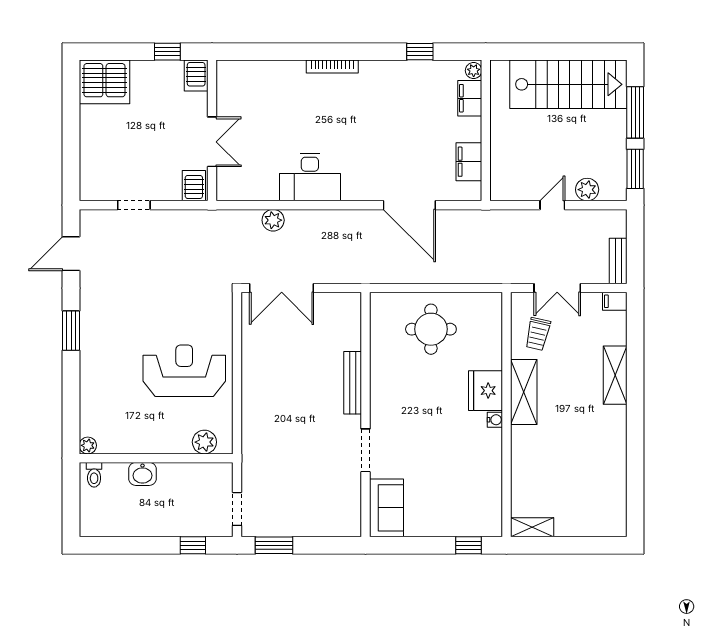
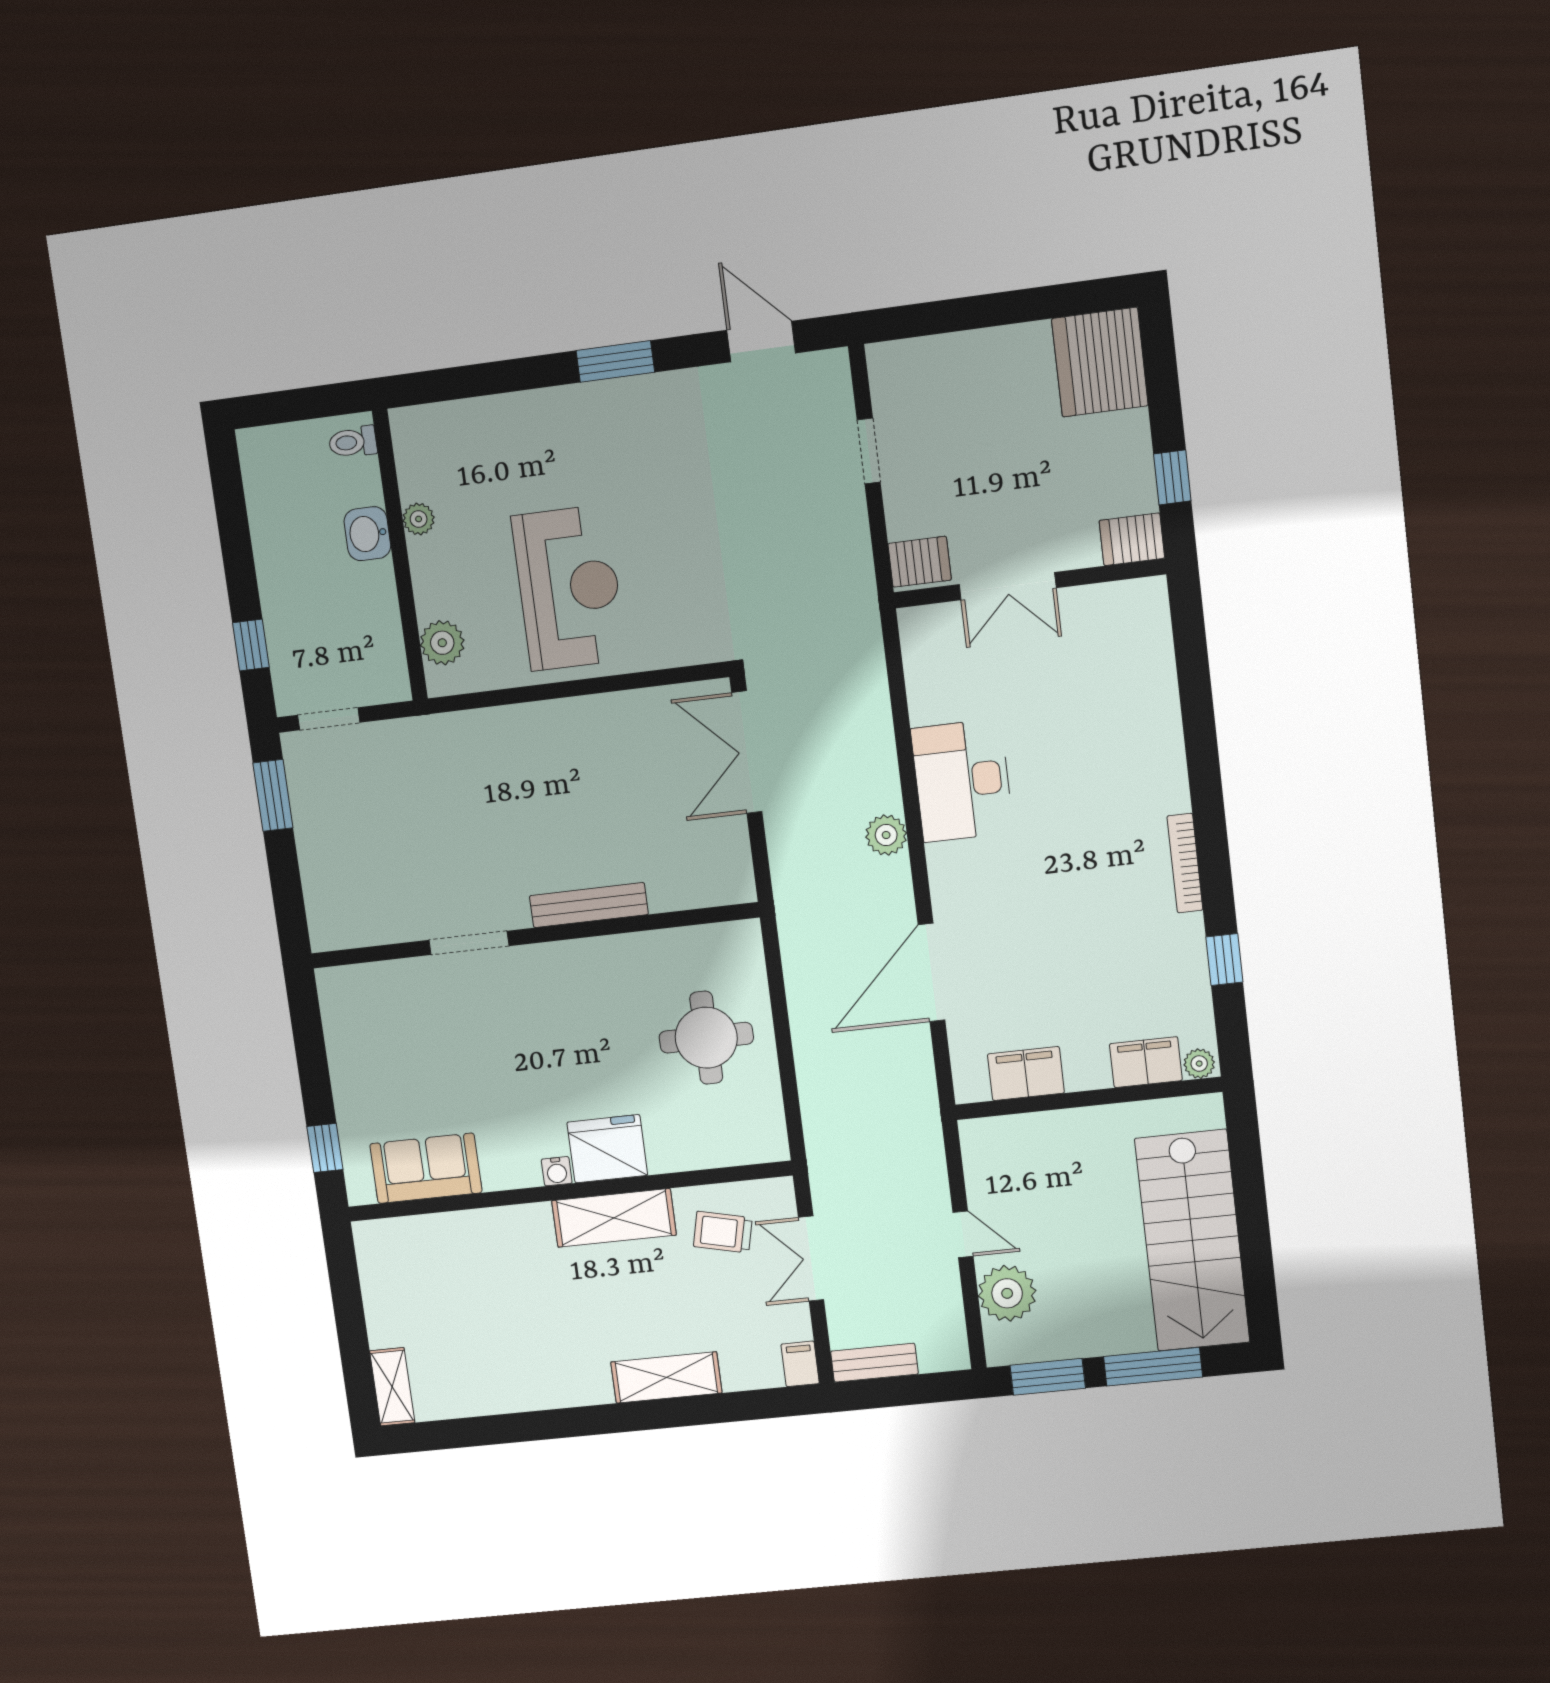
bookcase: (332, 67) -> (1185, 863), moved
plant: (587, 190) -> (1007, 1293), width x1.36, depth x1.36
plant: (273, 220) -> (886, 835), moved
plant: (88, 445) -> (419, 519), moved
sofa: (386, 508) -> (426, 1168), moved, turned 180
shelving: (532, 527) -> (392, 1387), moved

